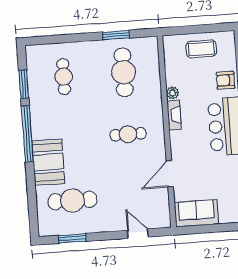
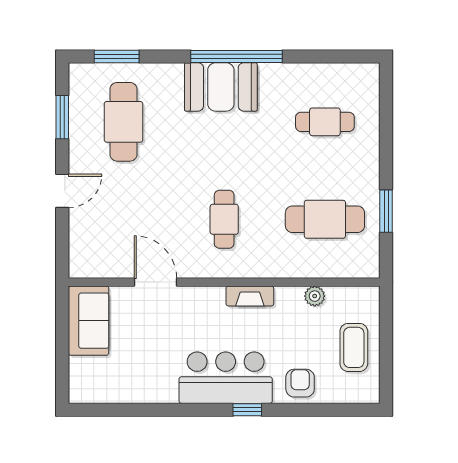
window: (24, 84) -> (117, 57), moved
plant: (173, 93) -> (315, 296), moved
booth: (48, 162) -> (221, 87), moved
door: (138, 234) -> (62, 191), moved

